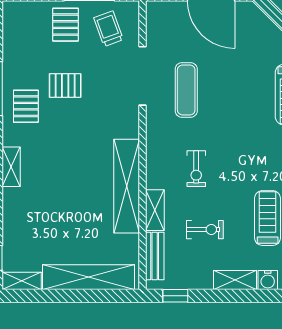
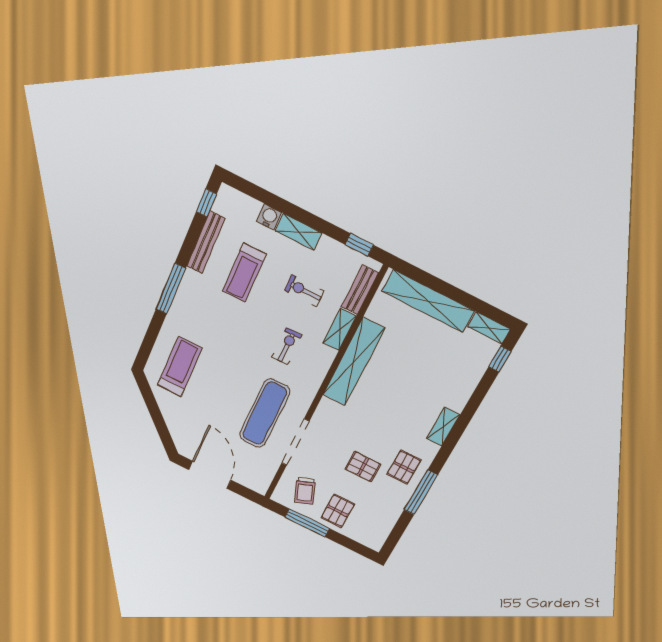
exercise mat: (186, 90) -> (265, 413), width x1.36, depth x1.45

